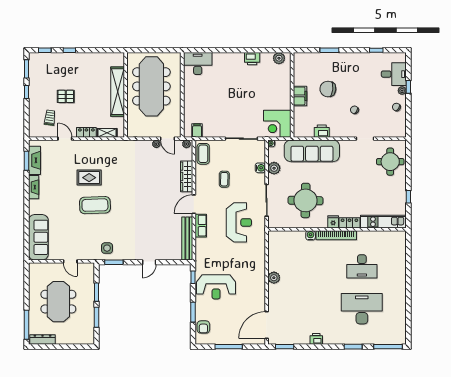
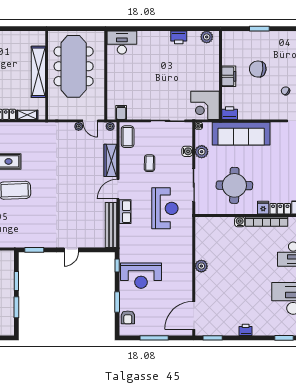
printer: (322, 131) -> (230, 113), moved
side table: (107, 248) -> (27, 235), removed

